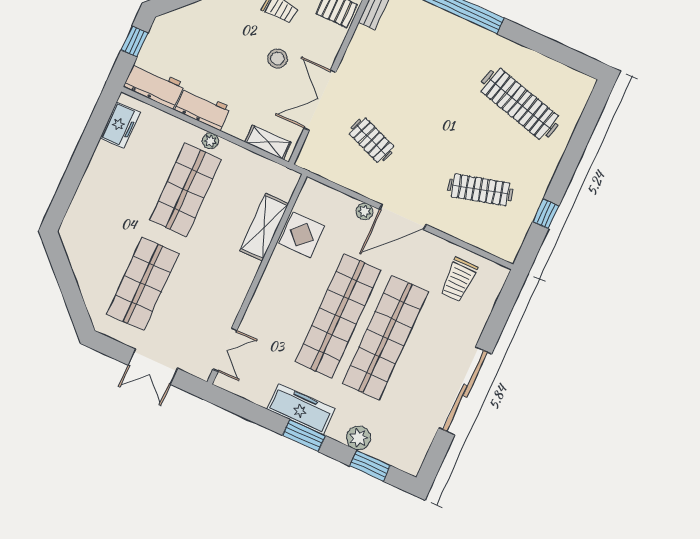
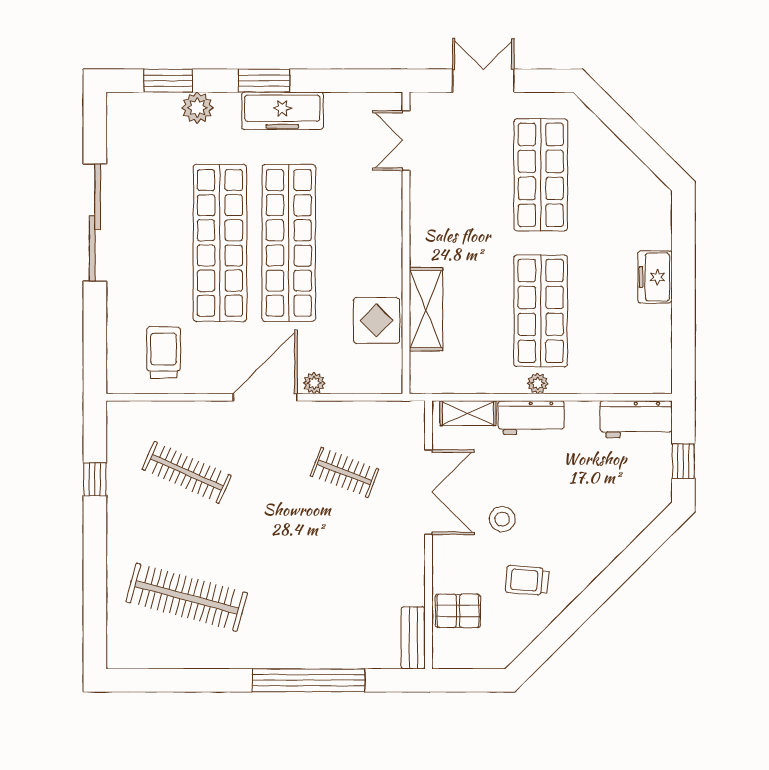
workbench: (202, 109) -> (531, 418), moved
freezer: (120, 125) -> (655, 277), moved
clothes rail: (480, 190) -> (187, 472), turned 39

